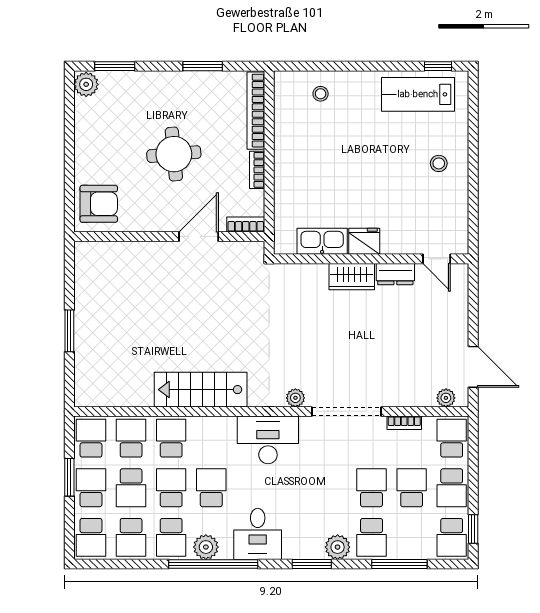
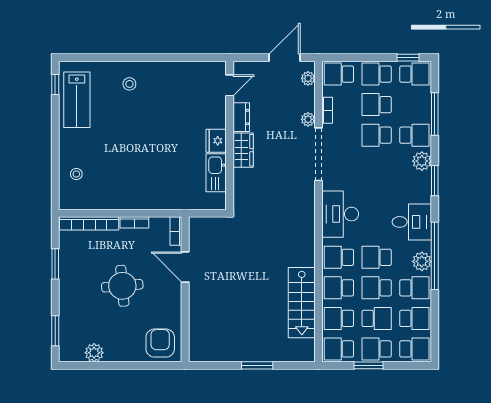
plant: (86, 84) -> (94, 353), moved
kitchen sink: (322, 241) -> (216, 173), moved
fridge: (364, 241) -> (216, 141), moved
wall: (371, 259) -> (230, 135), moved
door: (437, 259) -> (230, 85), moved
dresser: (395, 274) -> (241, 117), moved
wardrobe: (352, 277) -> (243, 150), moved
stairs: (201, 390) -> (302, 303), moved
plant: (295, 398) -> (308, 119), moved
school desk: (211, 438) -> (339, 257), added
school desk: (452, 488) -> (377, 74), turned 180

